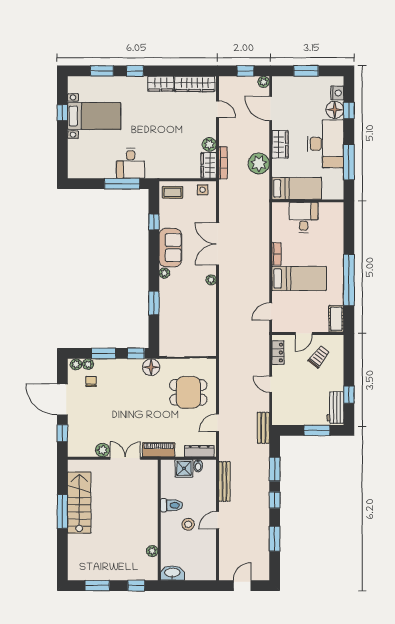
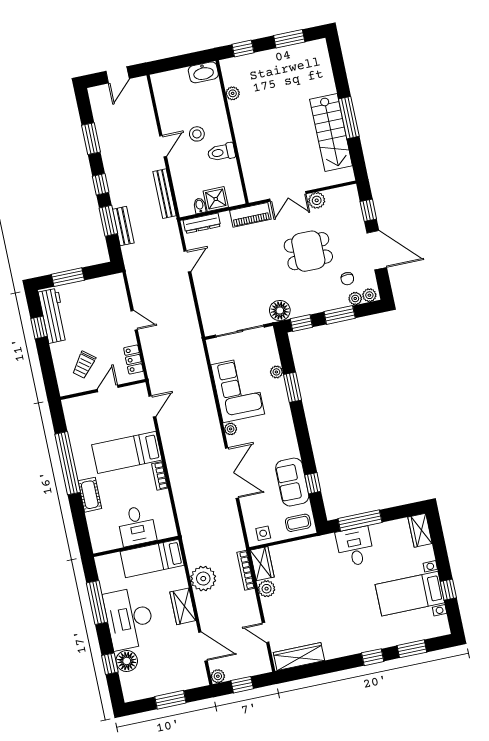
wardrobe: (161, 84) -> (420, 530), moved, turned -90
nightstand: (337, 93) -> (128, 681), removed
sofa: (170, 248) -> (292, 482), moved
plant: (164, 273) -> (276, 372), moved
corner sofa: (199, 311) -> (238, 389), added
cot: (336, 319) -> (90, 495), moved
dining table: (188, 392) -> (308, 251), moved
workbench: (335, 408) -> (53, 316), width x1.38
bench: (263, 428) -> (123, 226), moved

